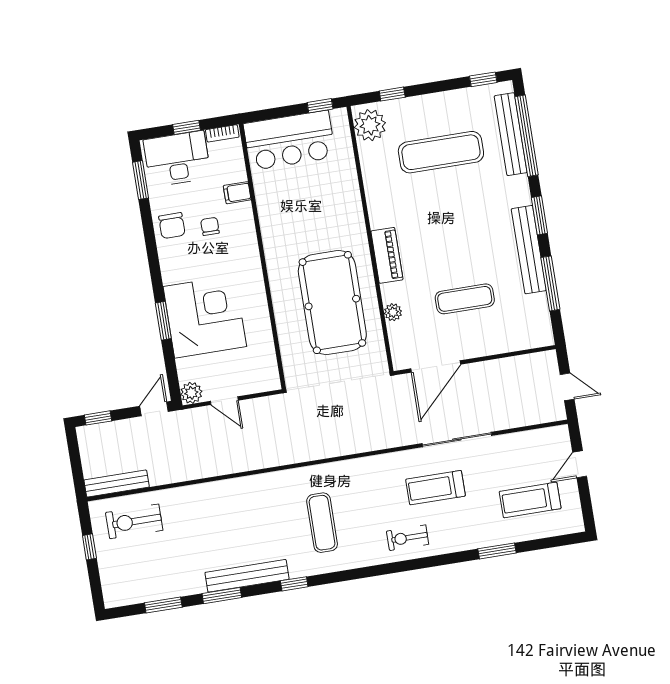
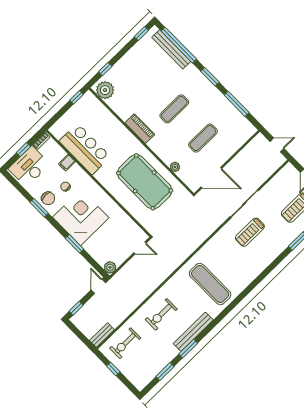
bar counter: (289, 140) -> (85, 149), moved, turned -90
exercise mat: (441, 152) -> (174, 109), moved, width x0.73, depth x0.69
window: (141, 180) -> (39, 208), moved
bench: (529, 250) -> (216, 96), removed
piano: (387, 255) -> (140, 129), moved
corner desk: (205, 317) -> (81, 217), moved
door: (436, 366) -> (211, 178), hinge flipped
door: (224, 401) -> (140, 248), moved
bench: (117, 484) -> (102, 335), width x0.73
exercise mat: (322, 523) -> (210, 284), width x1.36, depth x1.45
exercise bike: (408, 538) -> (161, 314), moved, width x1.38, depth x1.39
window: (294, 584) -> (217, 320), removed

